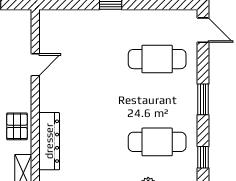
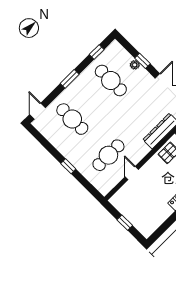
cafe table: (79, 59) -> (108, 155), added
door: (35, 65) -> (132, 173), hinge flipped

